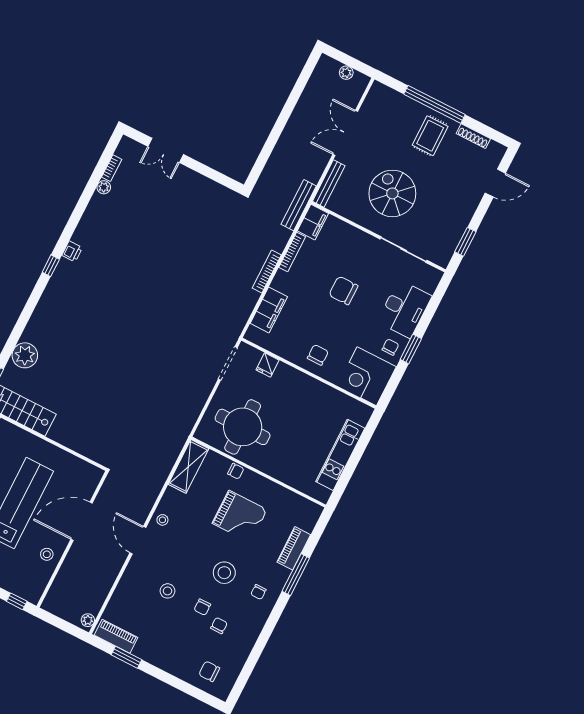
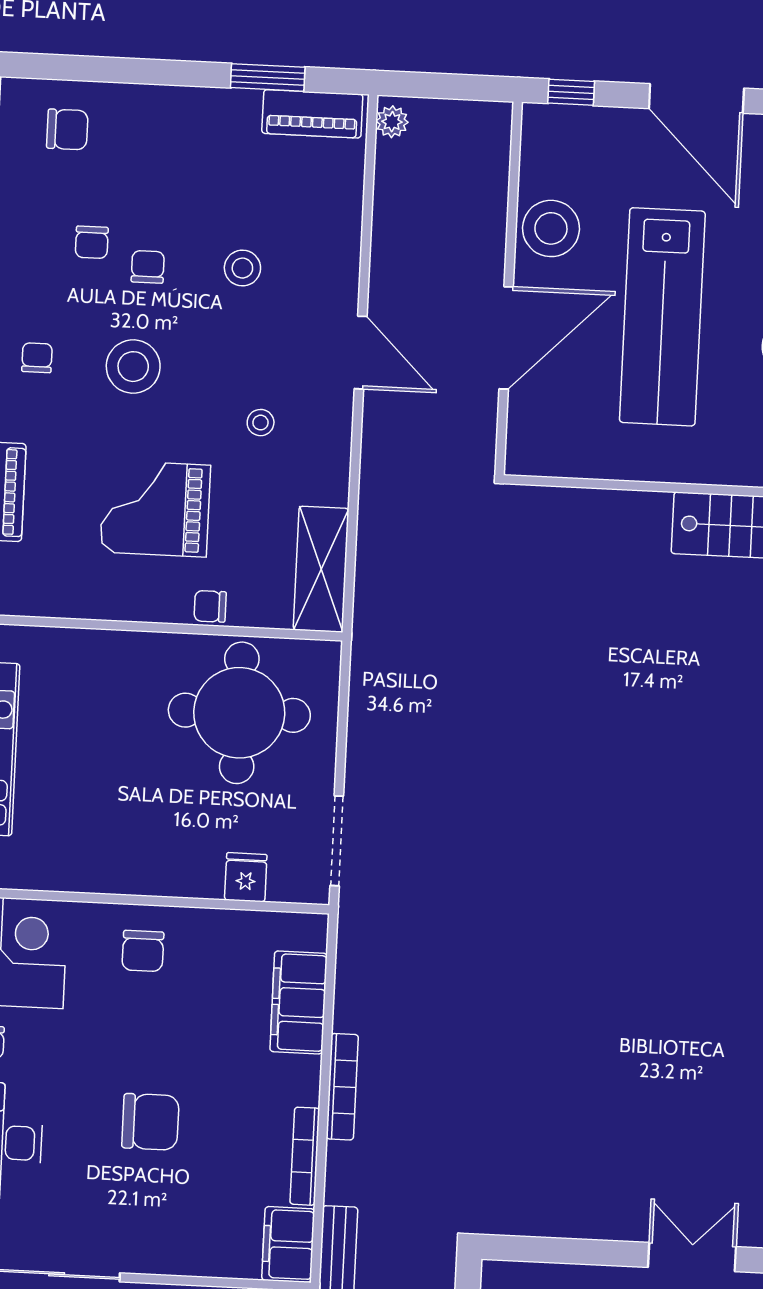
stool: (162, 520) -> (261, 423), moved
stool: (47, 554) -> (551, 228), width x1.89, depth x1.89

